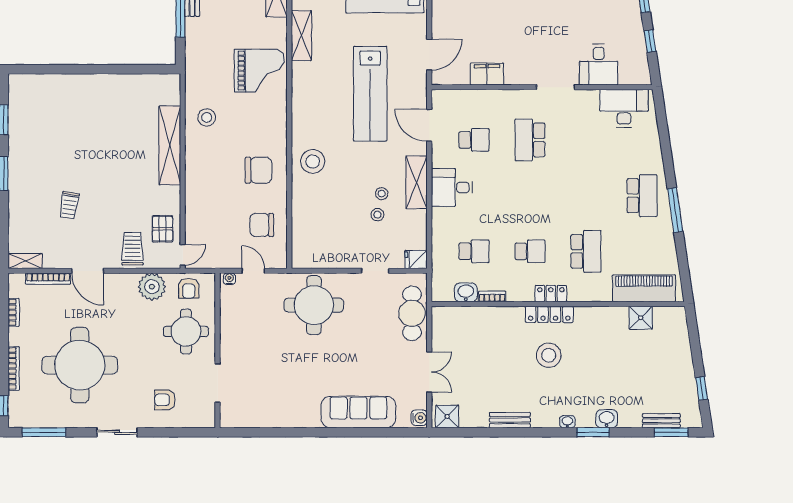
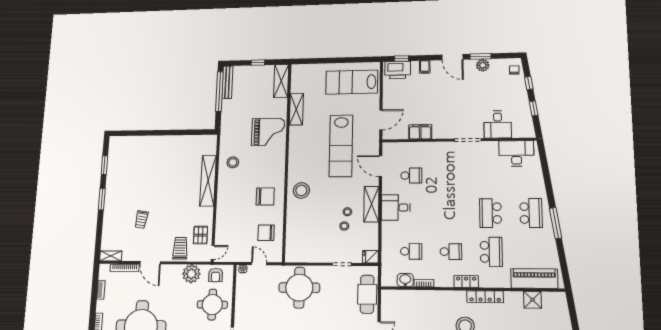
school desk: (530, 140) -> (490, 213), moved
locker: (549, 314) -> (485, 297), moved

